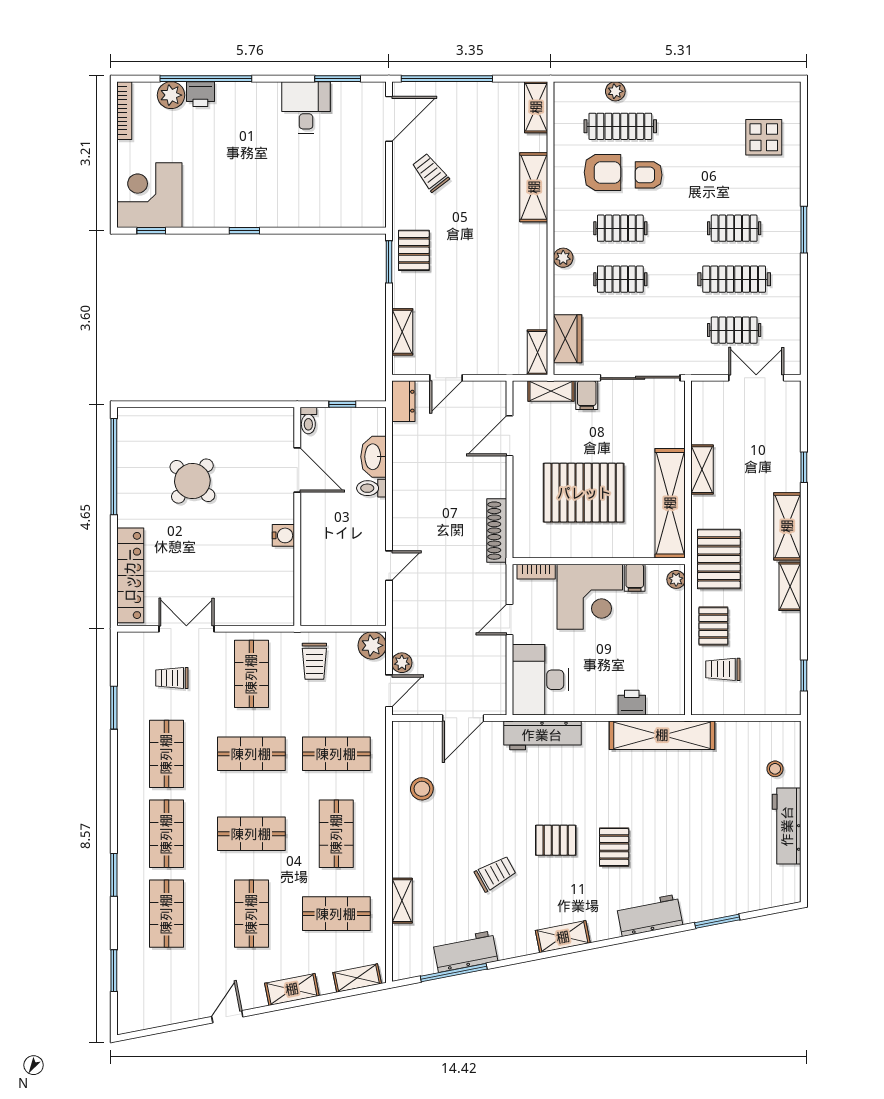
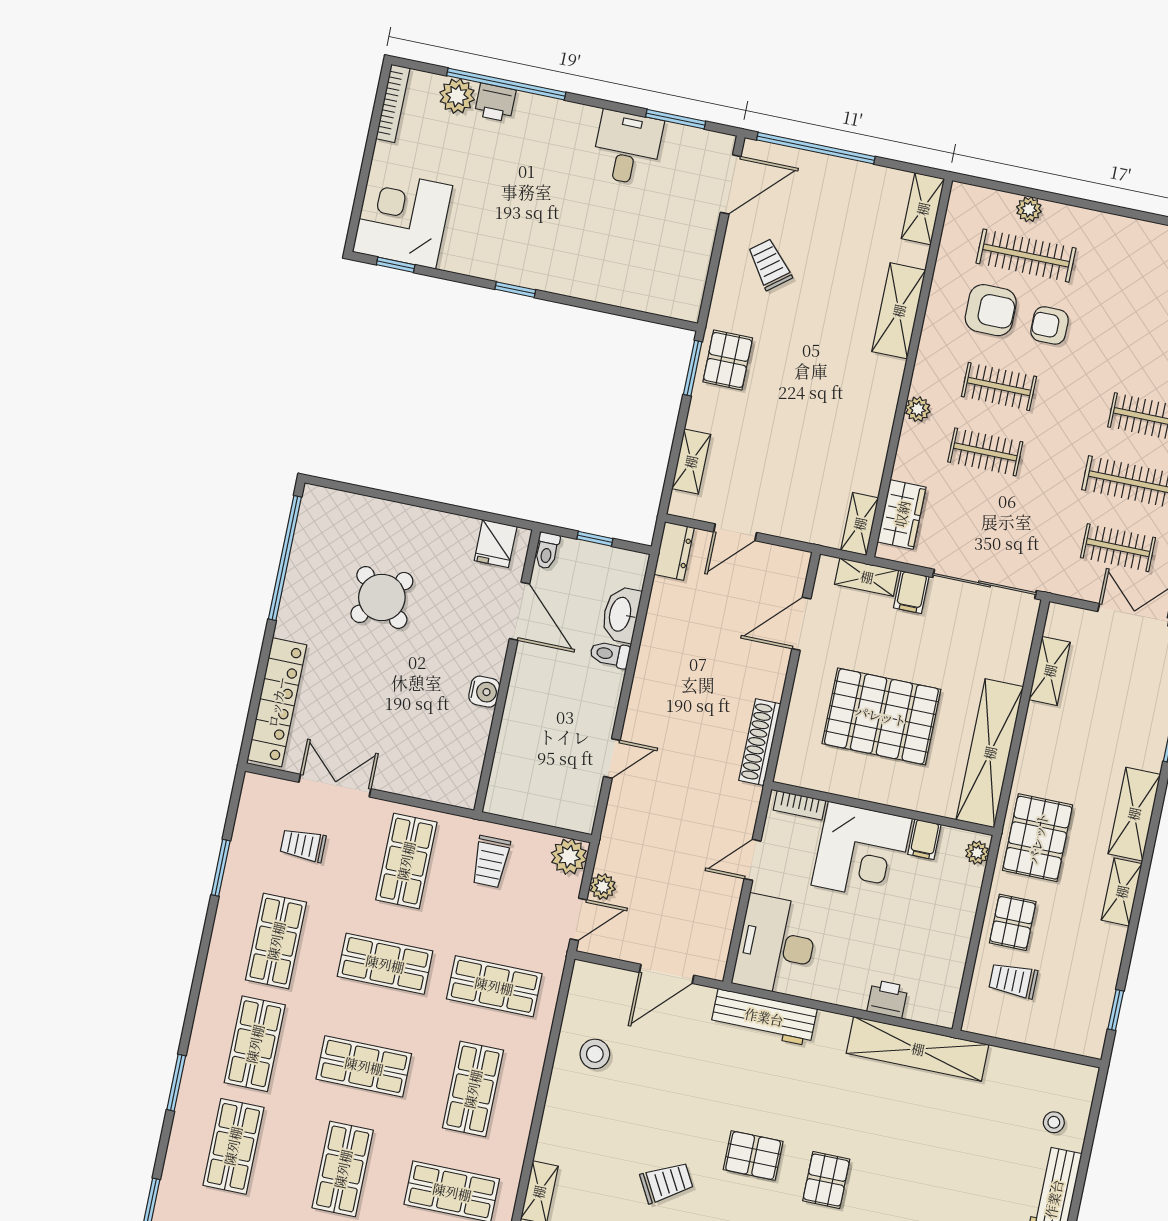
fridge: (269, 423) -> (496, 544), added
shelving: (702, 470) -> (1050, 671), moved

